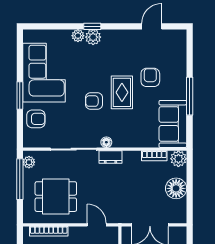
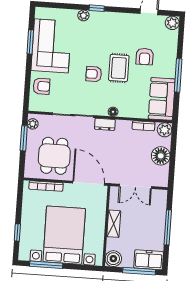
plant: (93, 37) -> (172, 23), moved
armchair: (150, 77) -> (145, 57), turned 180
window: (20, 96) -> (30, 42), moved
floor lamp: (106, 142) -> (113, 112), moved
window: (20, 179) -> (24, 138), width x0.69
dining table: (56, 197) -> (54, 156), turned 90
door: (97, 225) -> (89, 183), width x1.87

